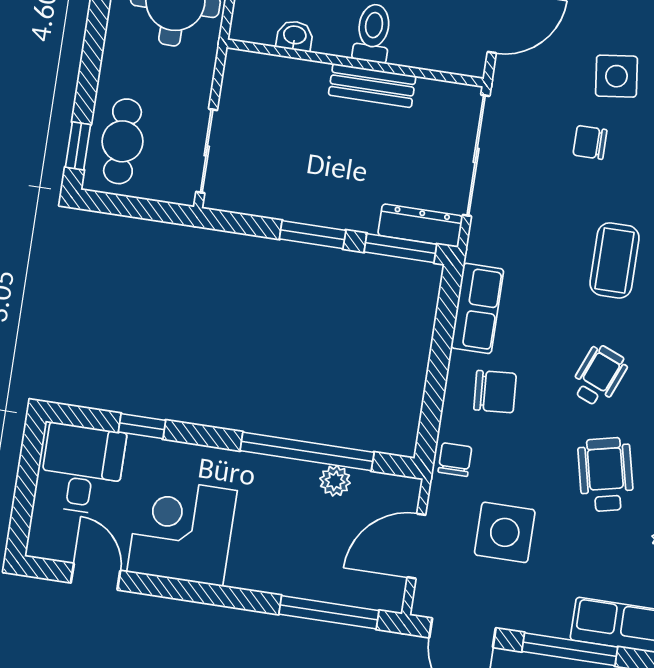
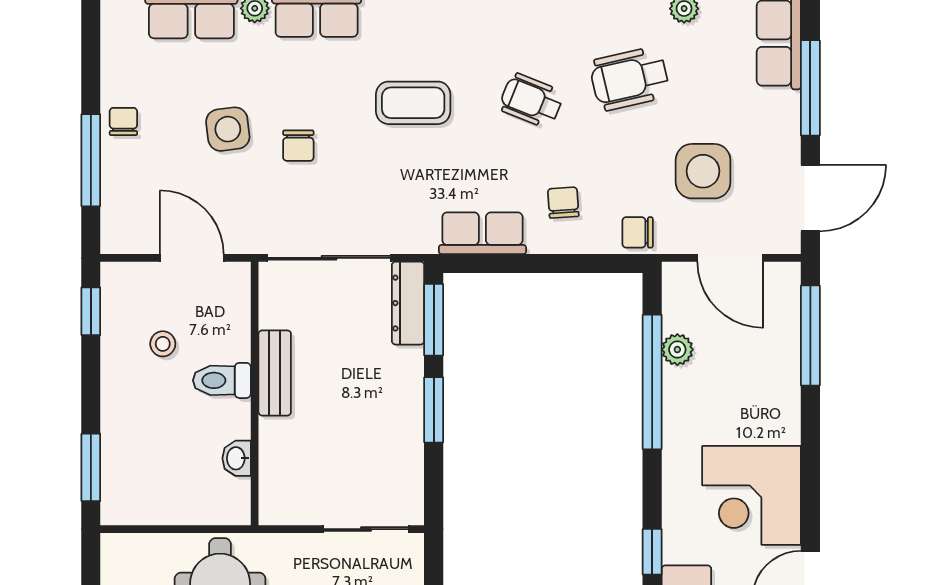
chair: (495, 392) -> (563, 203), width x0.73, depth x0.73

